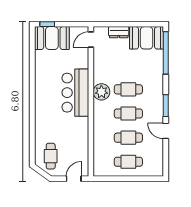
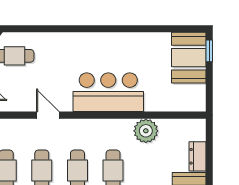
door: (91, 40) -> (48, 115), moved
plant: (101, 92) -> (146, 131), moved

